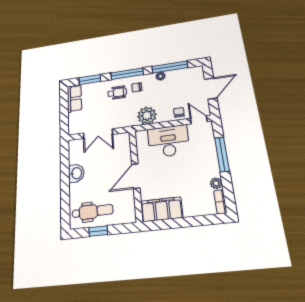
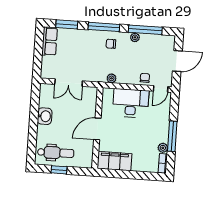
wheelchair: (117, 93) -> (92, 45), removed
plant: (147, 116) -> (111, 78), width x0.53, depth x0.53
door: (199, 120) -> (161, 89), swing flipped
window: (222, 154) -> (172, 136), moved

